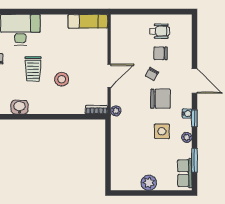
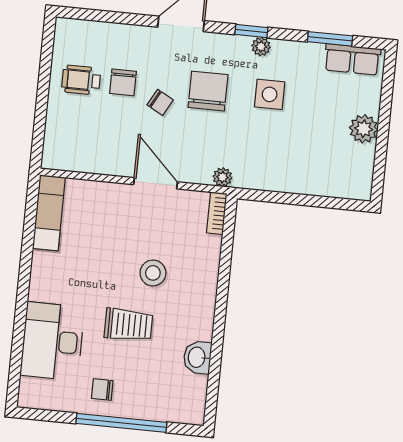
wheelchair: (160, 31) -> (81, 80), turned -90
water cooler: (187, 114) -> (241, 44), removed
plant: (187, 137) -> (261, 47), moved

